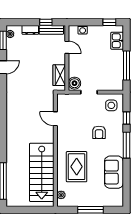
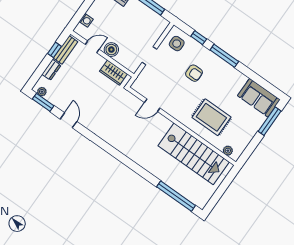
boiler: (74, 83) -> (111, 50), moved
sofa: (114, 172) -> (259, 98), moved
window: (90, 210) -> (270, 121), moved

